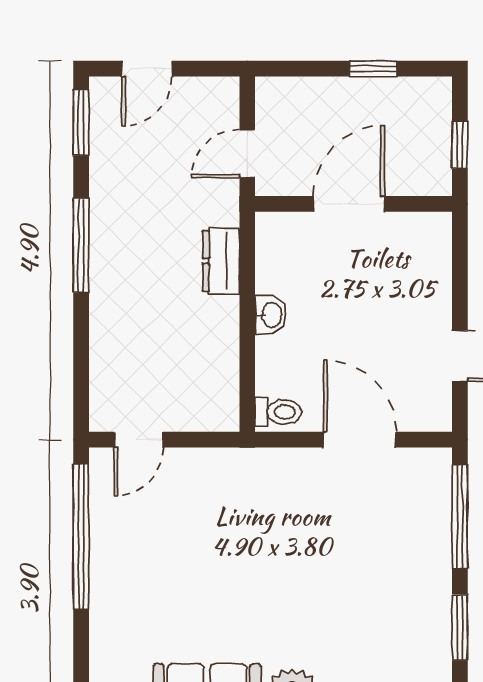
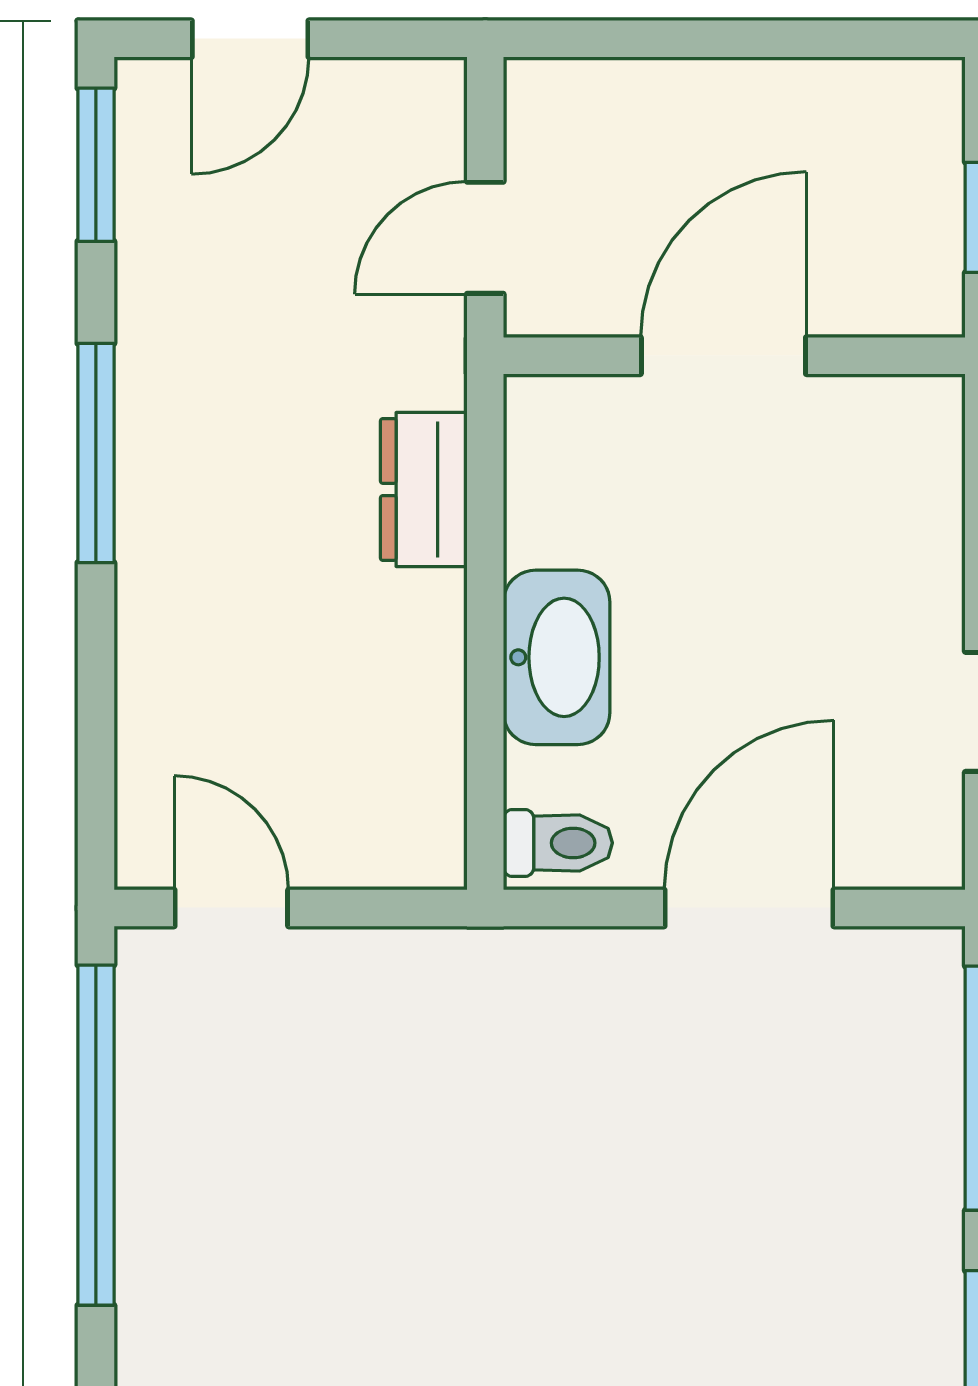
window: (373, 69) -> (781, 39), removed
washbasin: (271, 315) -> (557, 657), width x1.91, depth x1.45
door: (139, 440) -> (231, 908), swing flipped
door: (360, 440) -> (749, 908), hinge flipped

